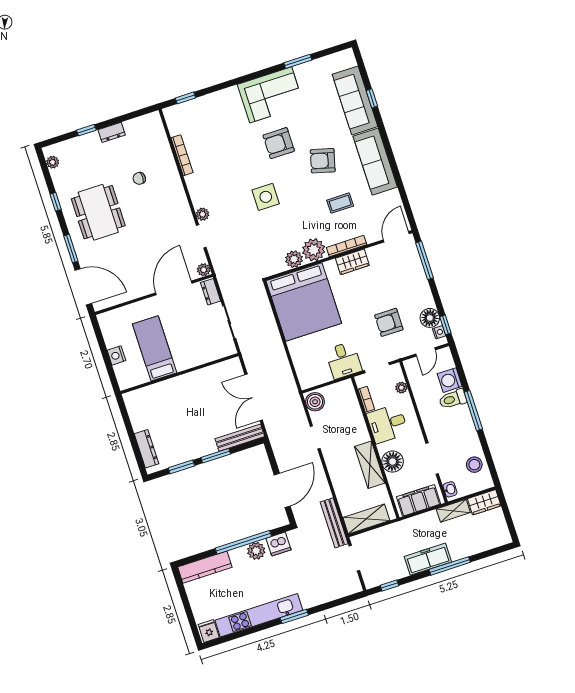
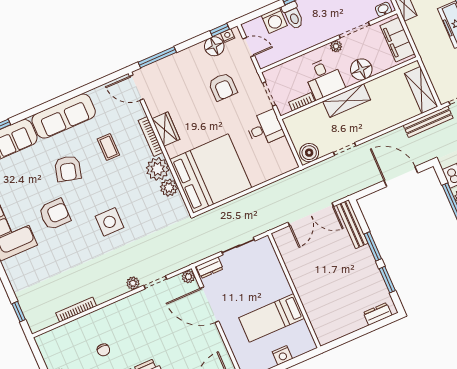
armchair: (279, 143) -> (55, 214), turned -90
plant: (401, 388) -> (336, 46), moved
dresser: (147, 449) -> (378, 314), width x0.70
shelving: (370, 465) -> (347, 101), moved

